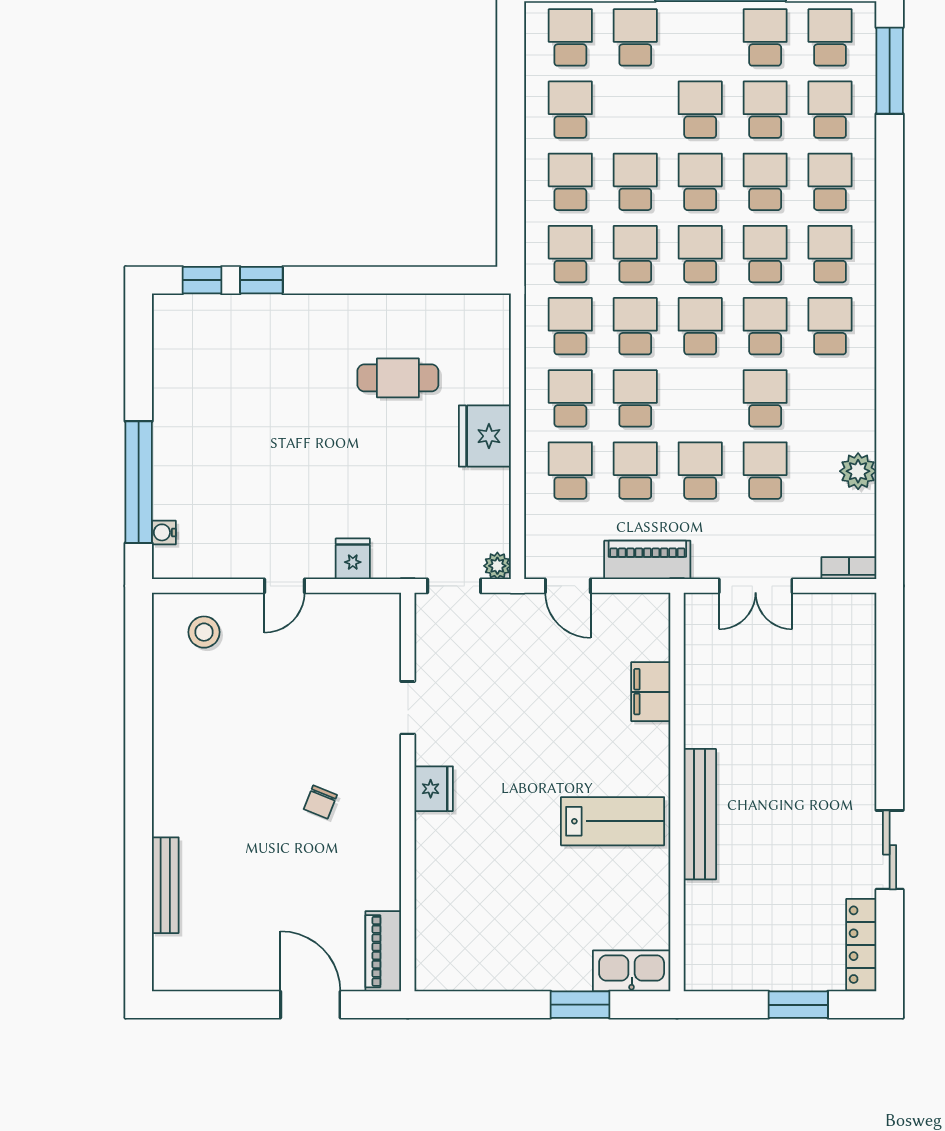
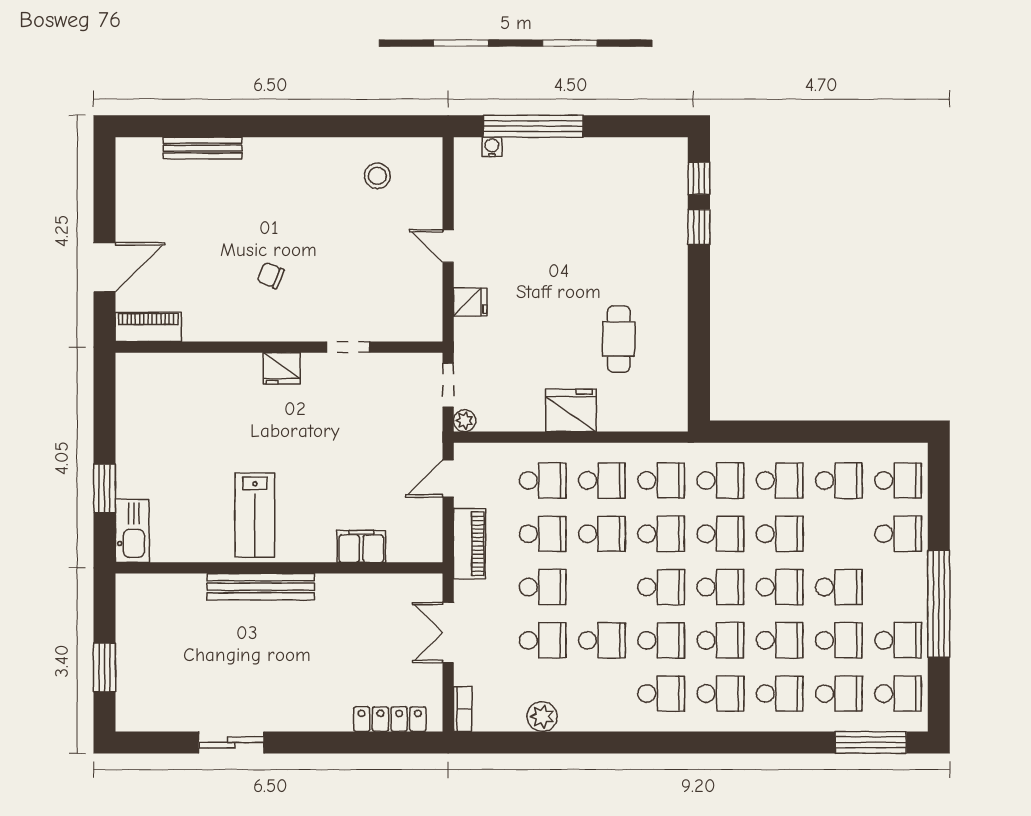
stool: (204, 632) -> (377, 176), moved
locker: (861, 945) -> (390, 719), moved

